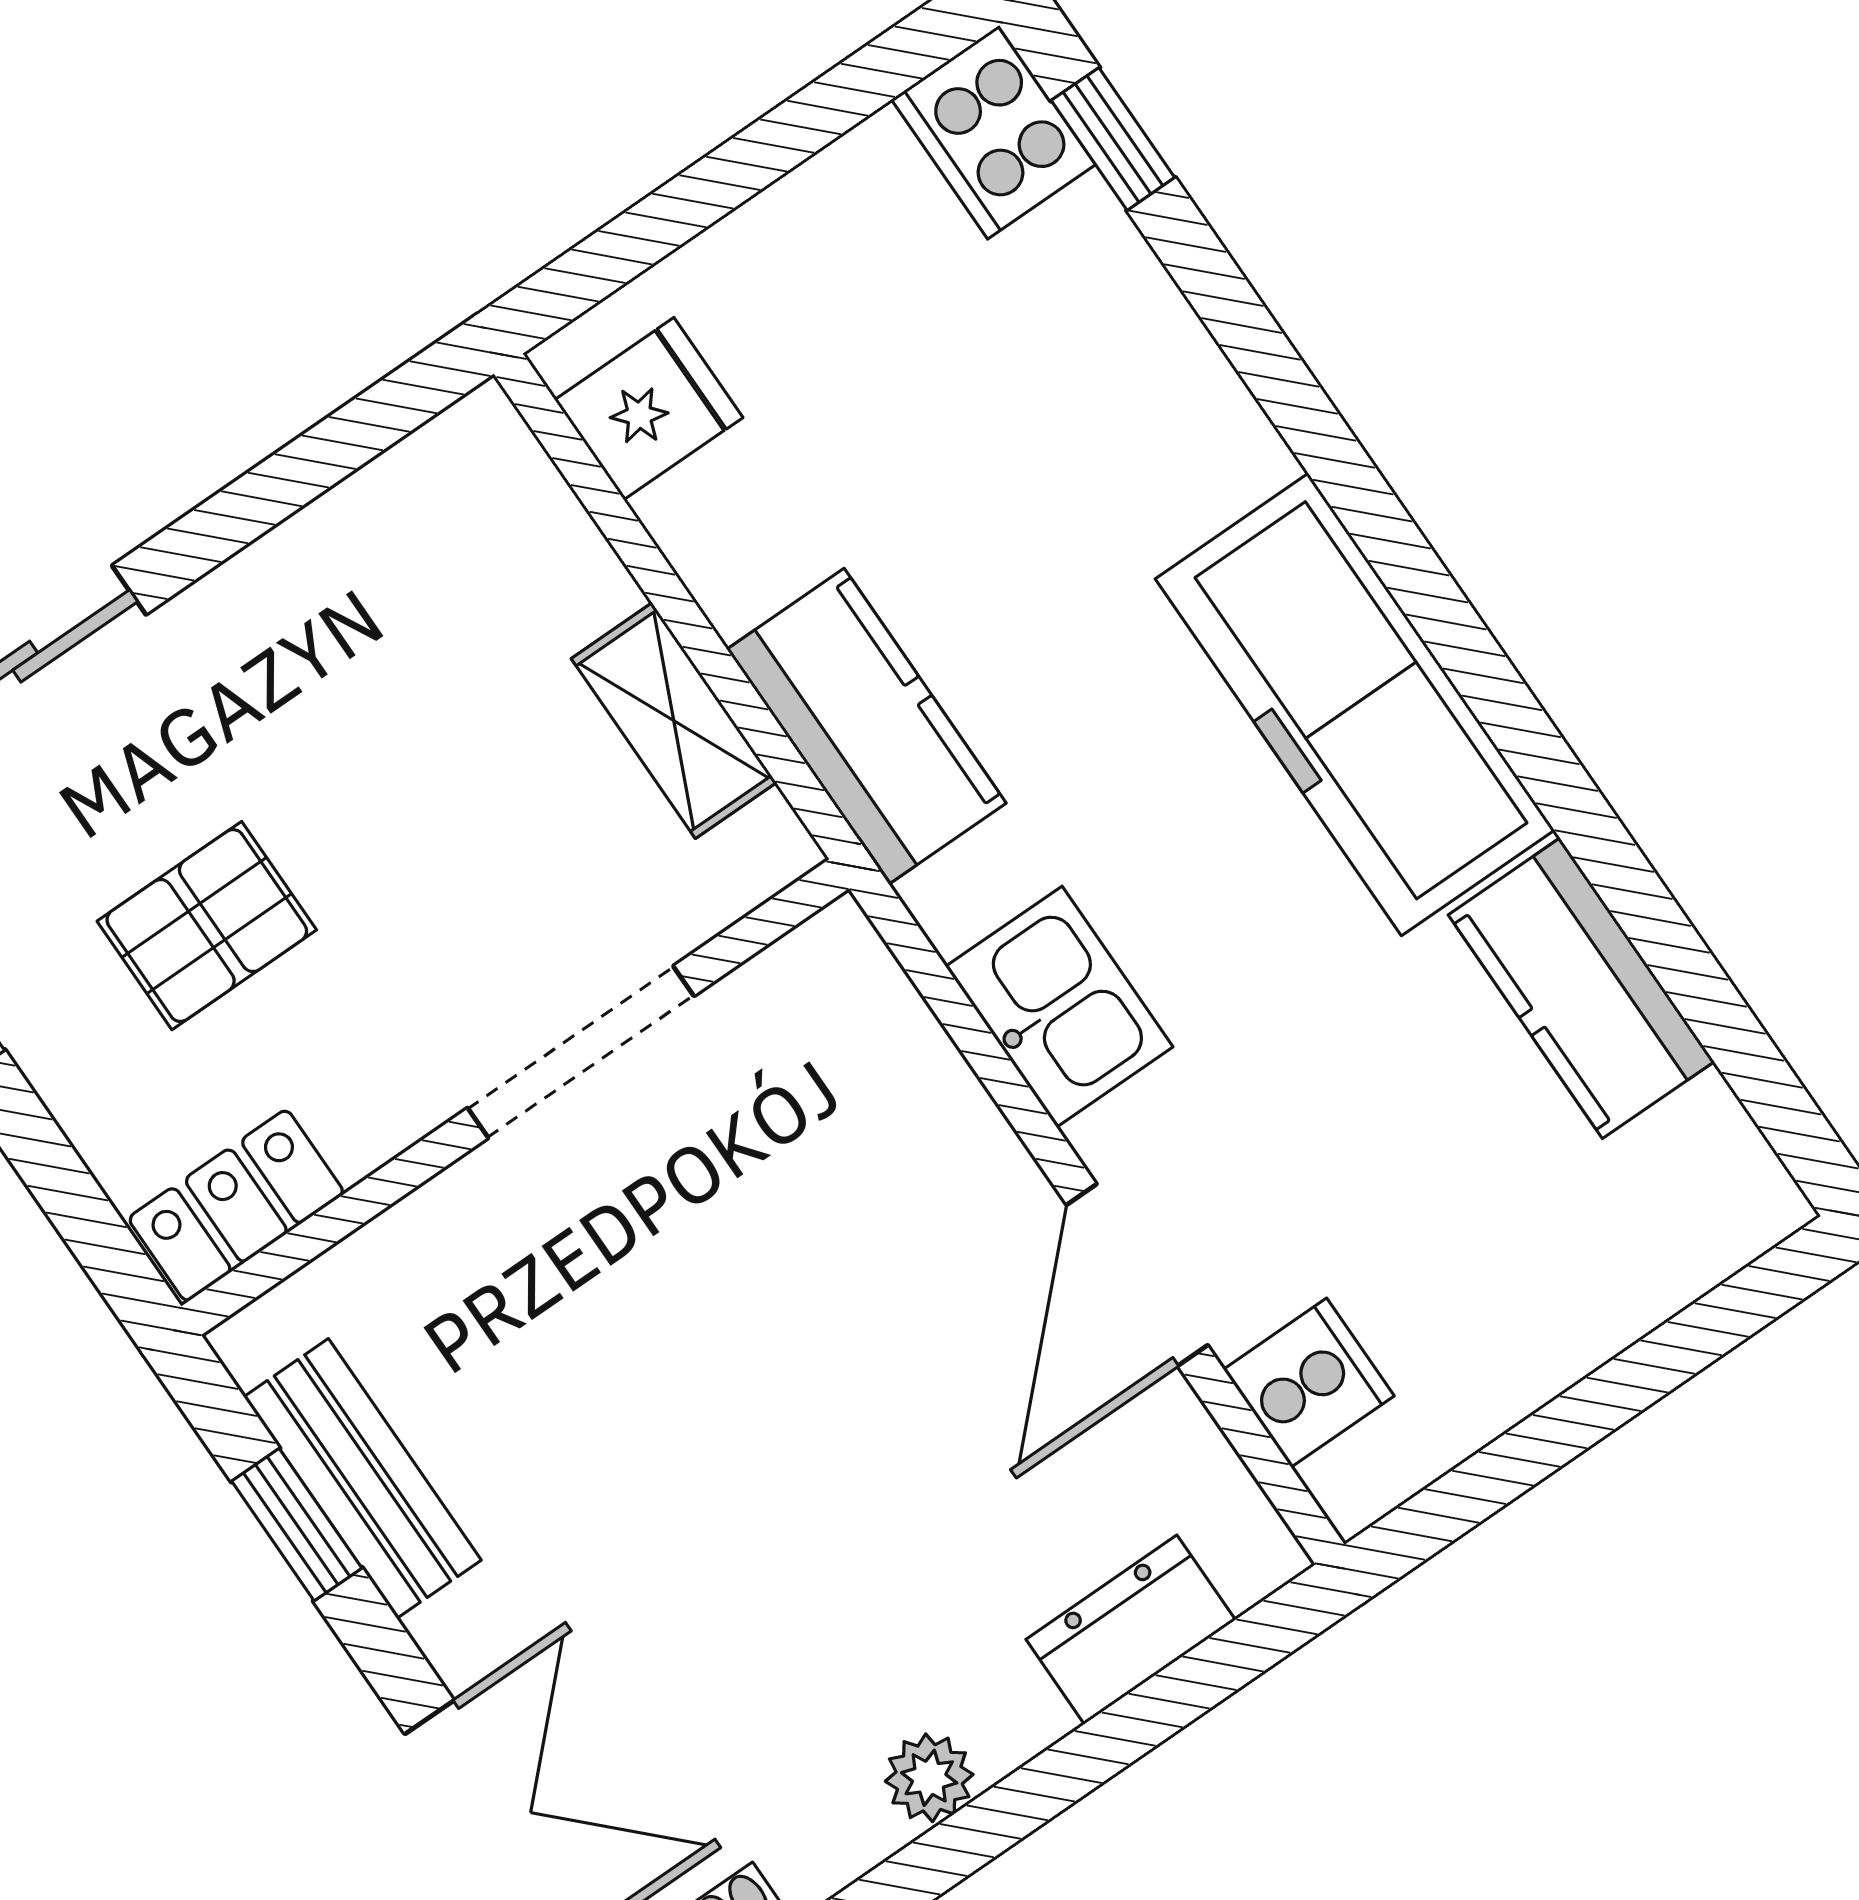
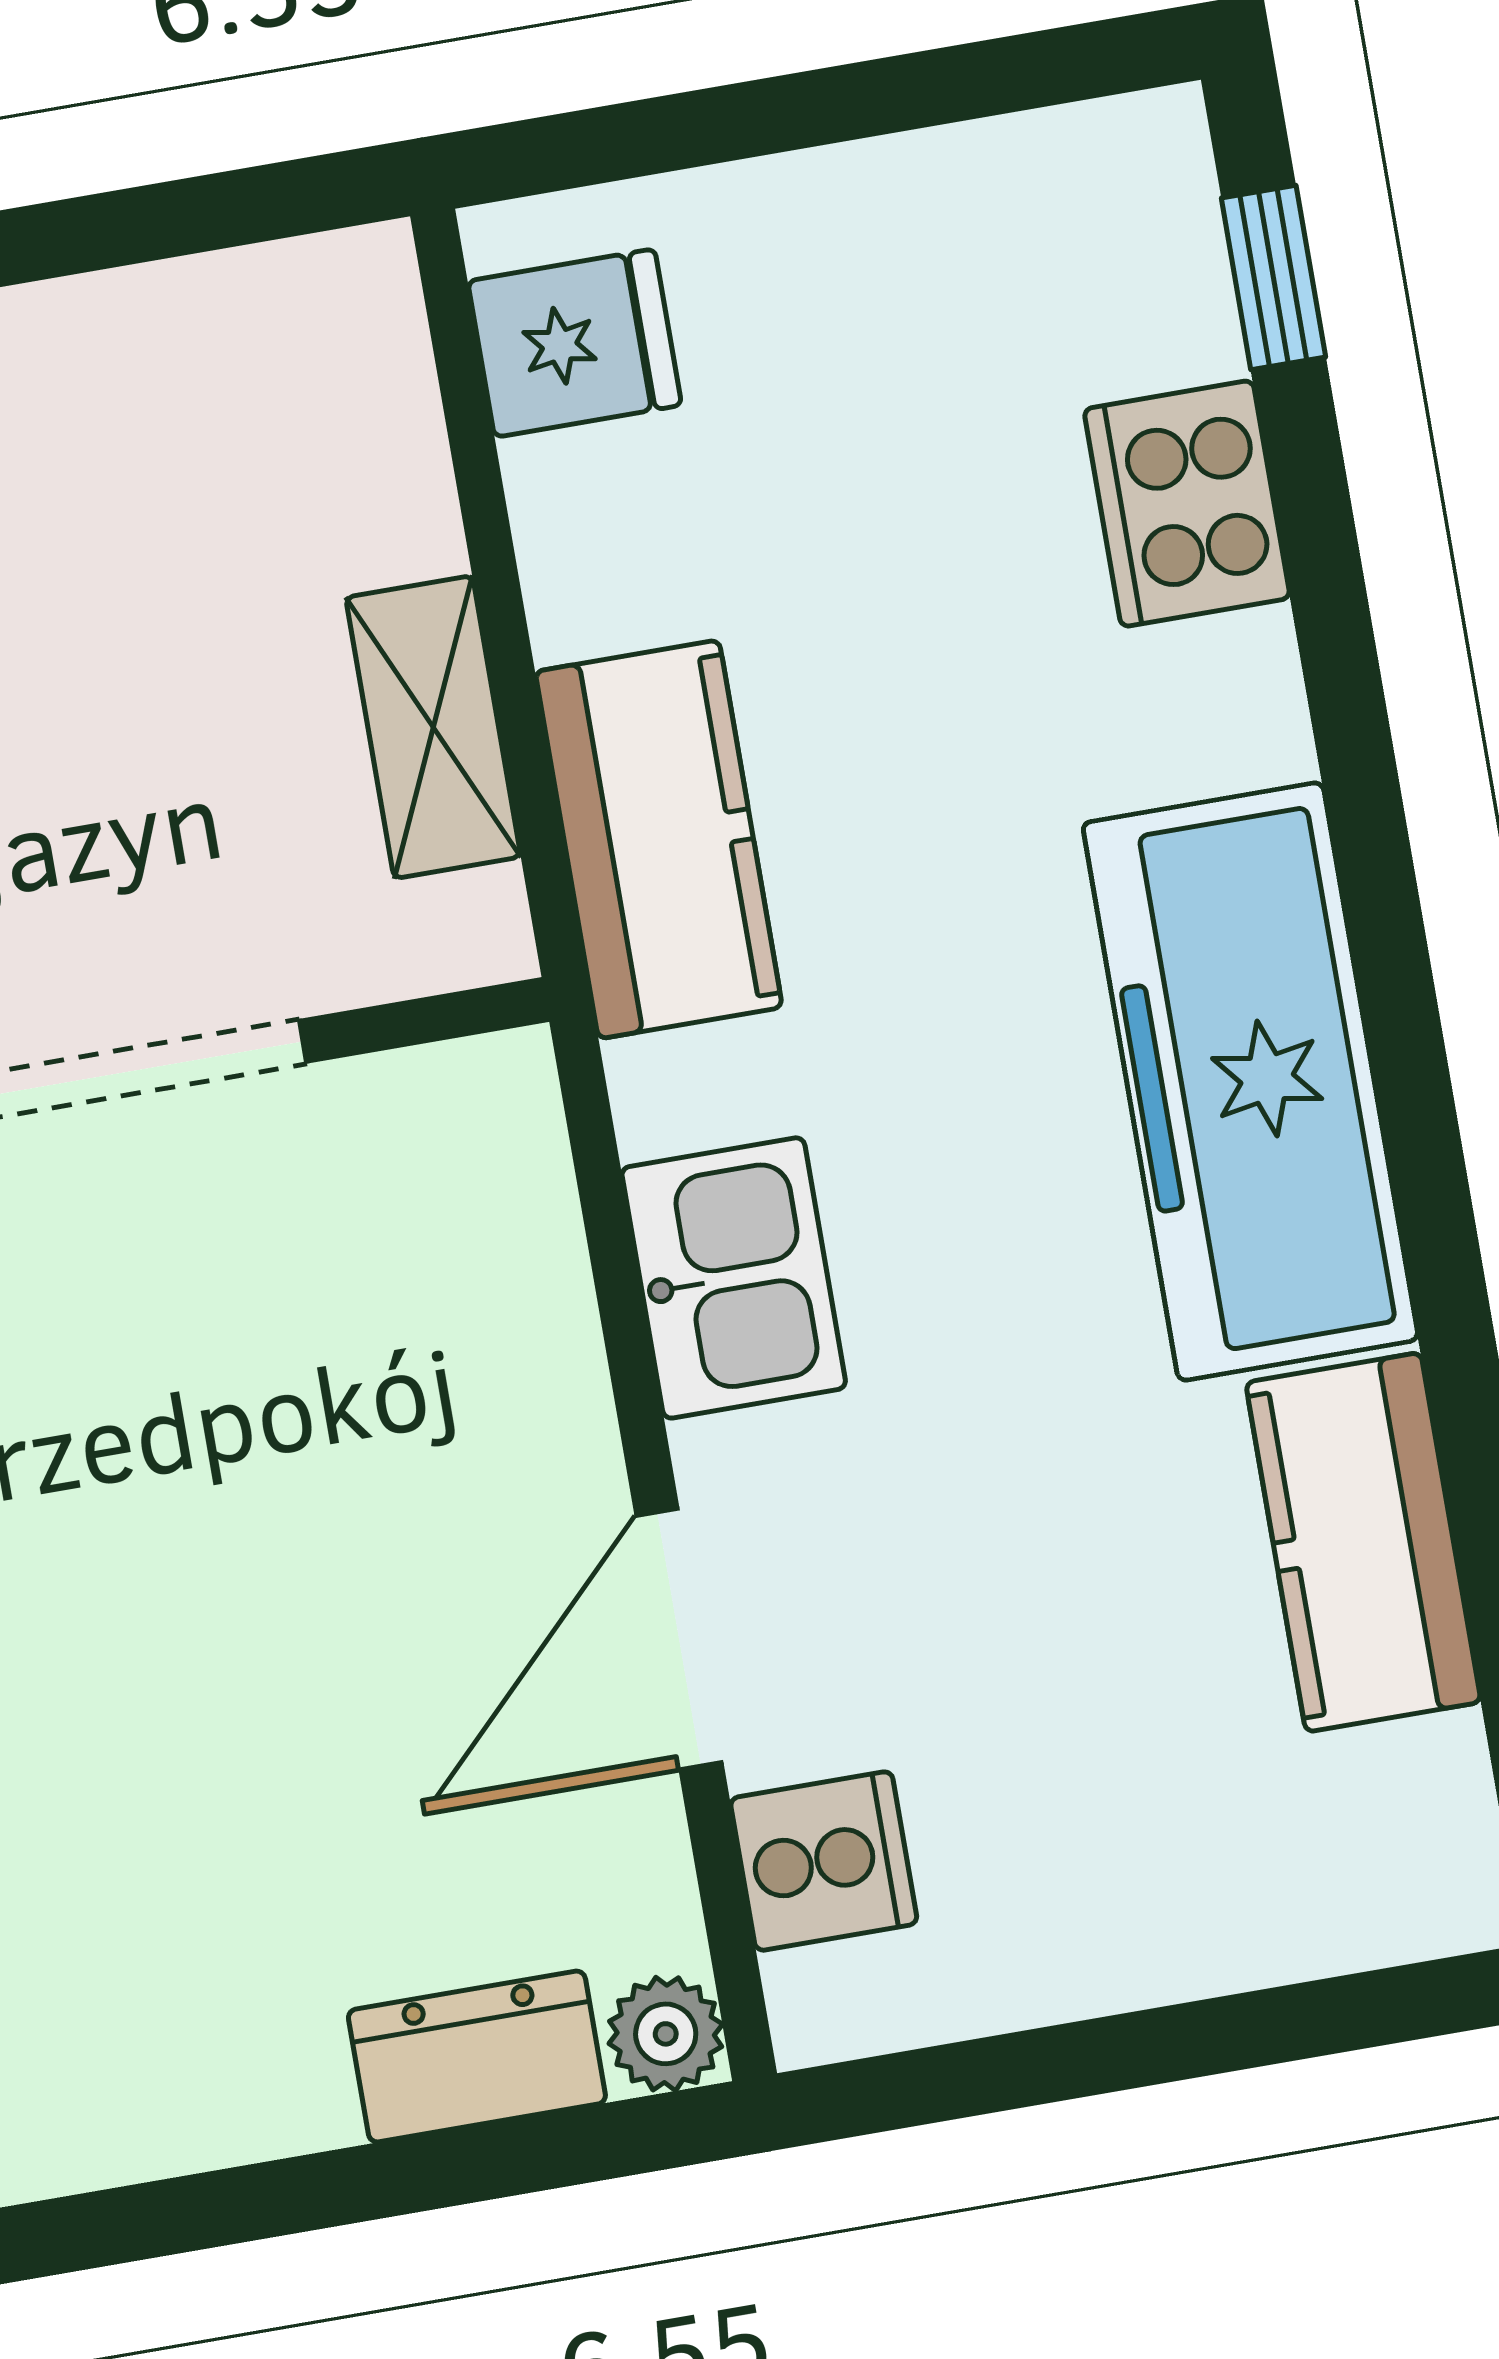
cooker: (993, 132) -> (1187, 504), moved
plant: (929, 1778) -> (666, 2034), moved

